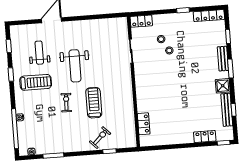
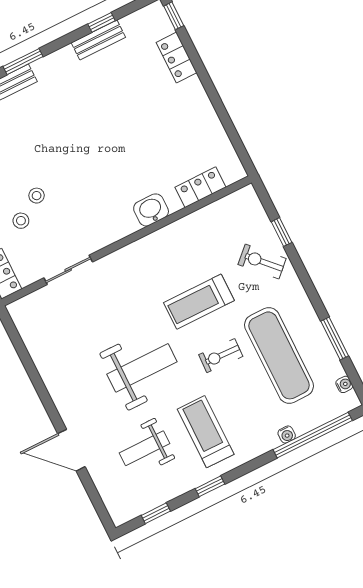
shower: (223, 86) -> (63, 63), removed
washbasin: (143, 98) -> (151, 210), added
bench: (227, 110) -> (98, 40), width x0.73
exercise mat: (56, 128) -> (279, 355), added

